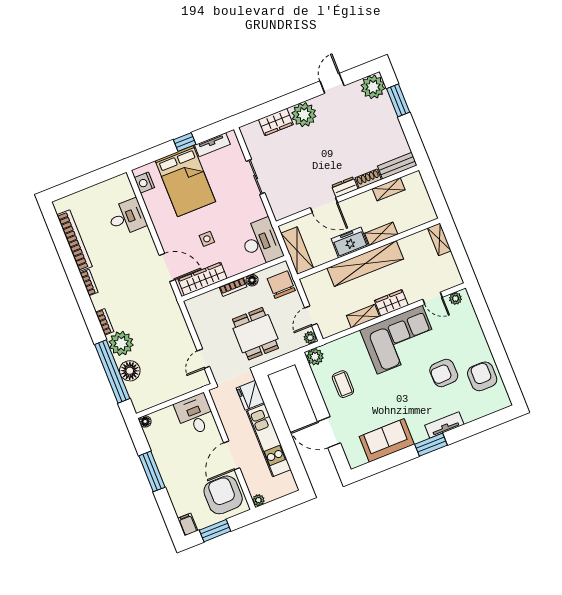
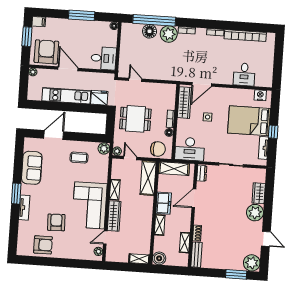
dresser: (345, 187) -> (202, 173), moved
boiler: (426, 213) -> (159, 258), added
shelving: (365, 264) -> (148, 178), moved, width x0.68
wardrobe: (391, 303) -> (114, 216), width x1.50
armchair: (223, 495) -> (46, 52), turned -90

